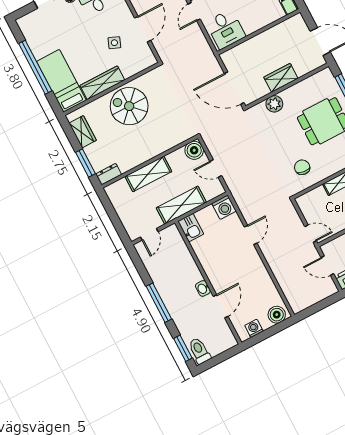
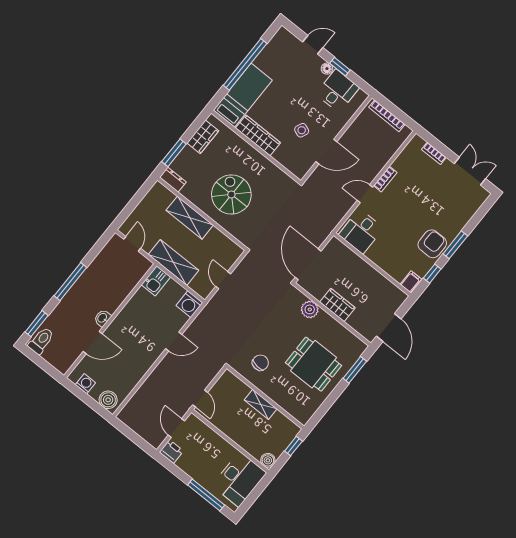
spiral stairs: (129, 106) -> (231, 194), moved
boiler: (194, 150) -> (232, 252), removed
door: (149, 234) -> (132, 244), swing flipped

